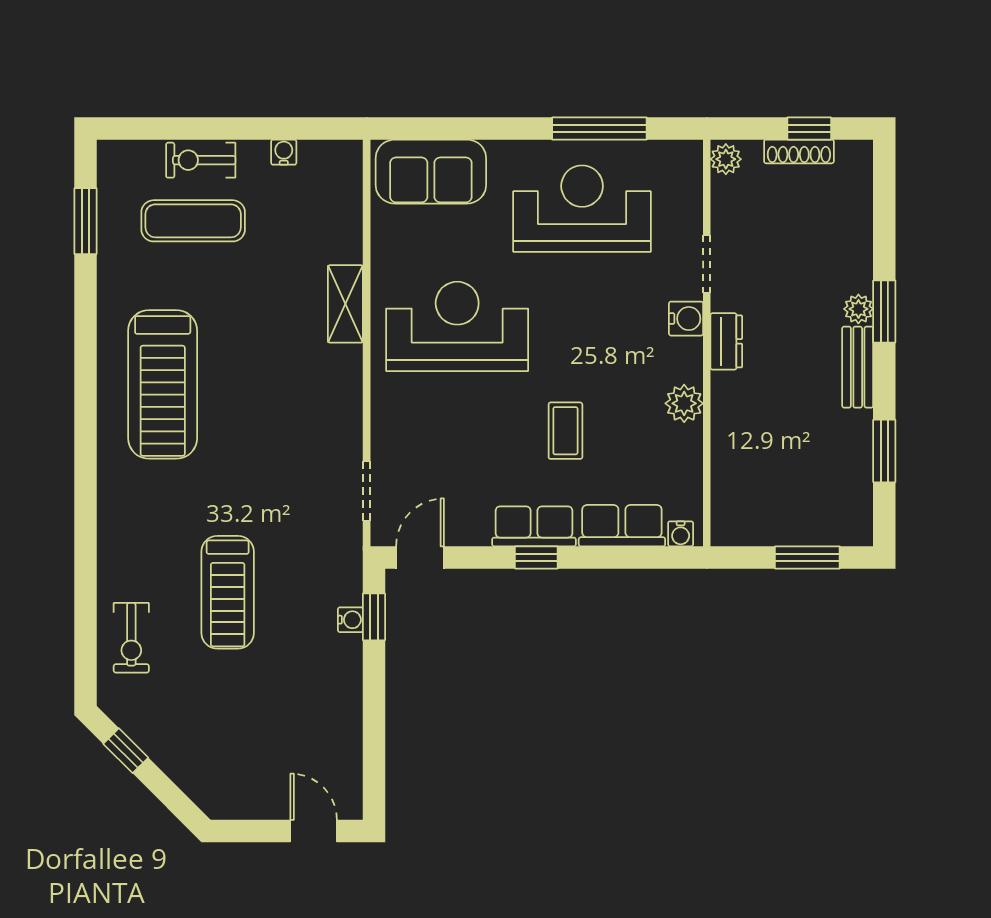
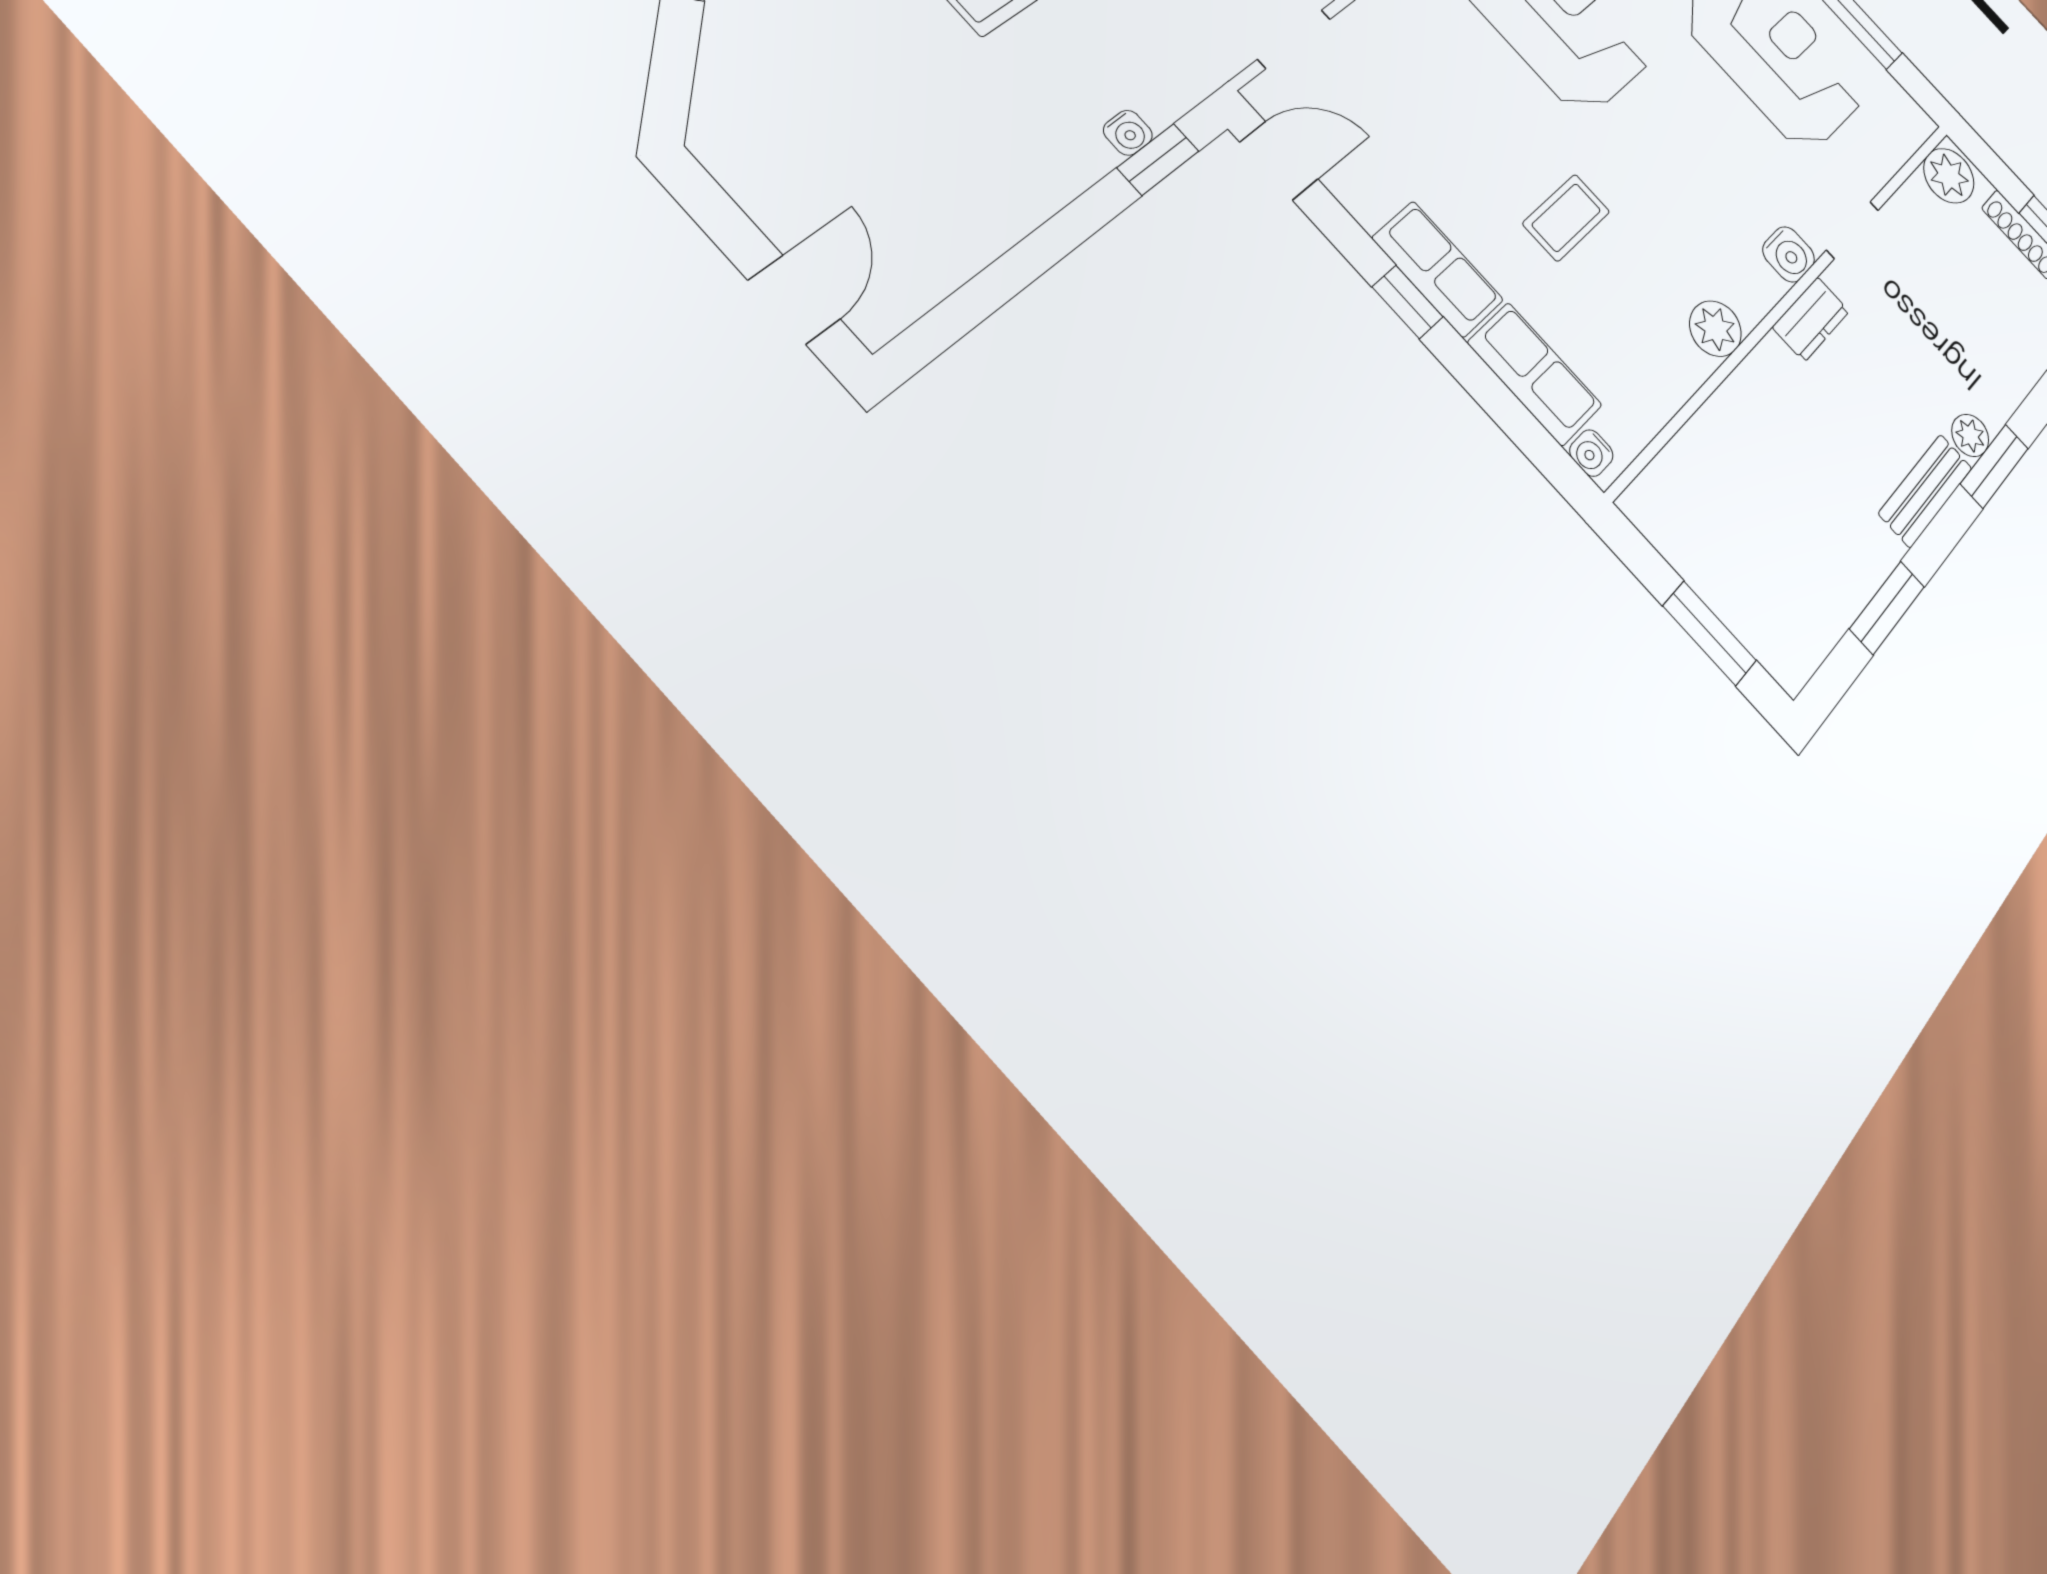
plant: (726, 159) -> (1949, 176), width x1.38, depth x1.38

